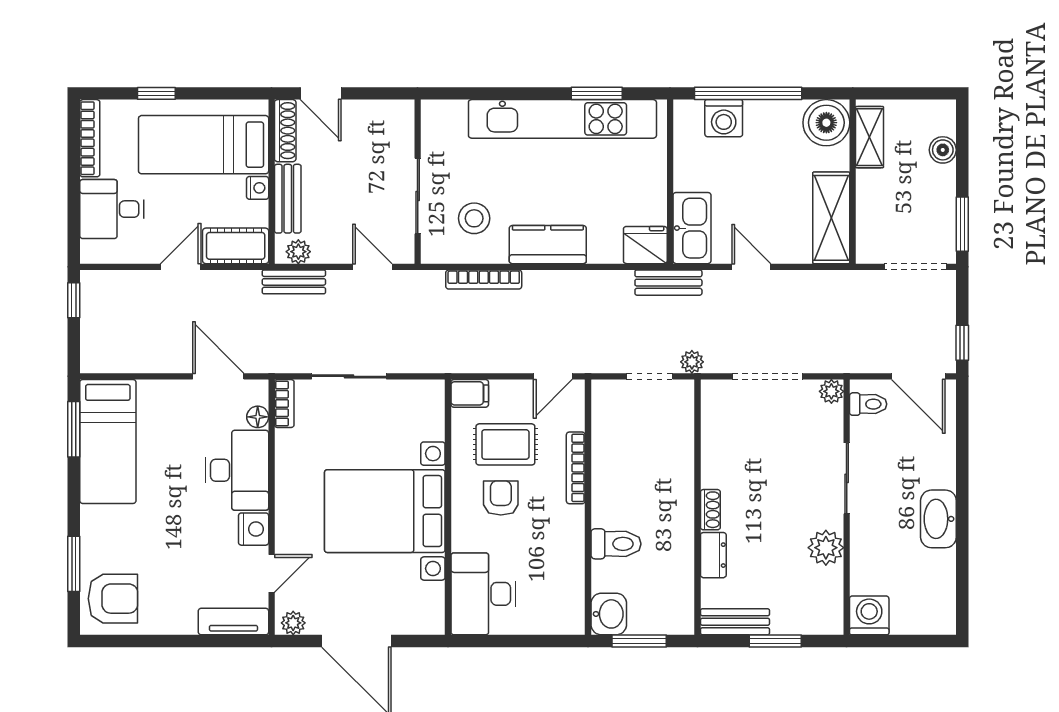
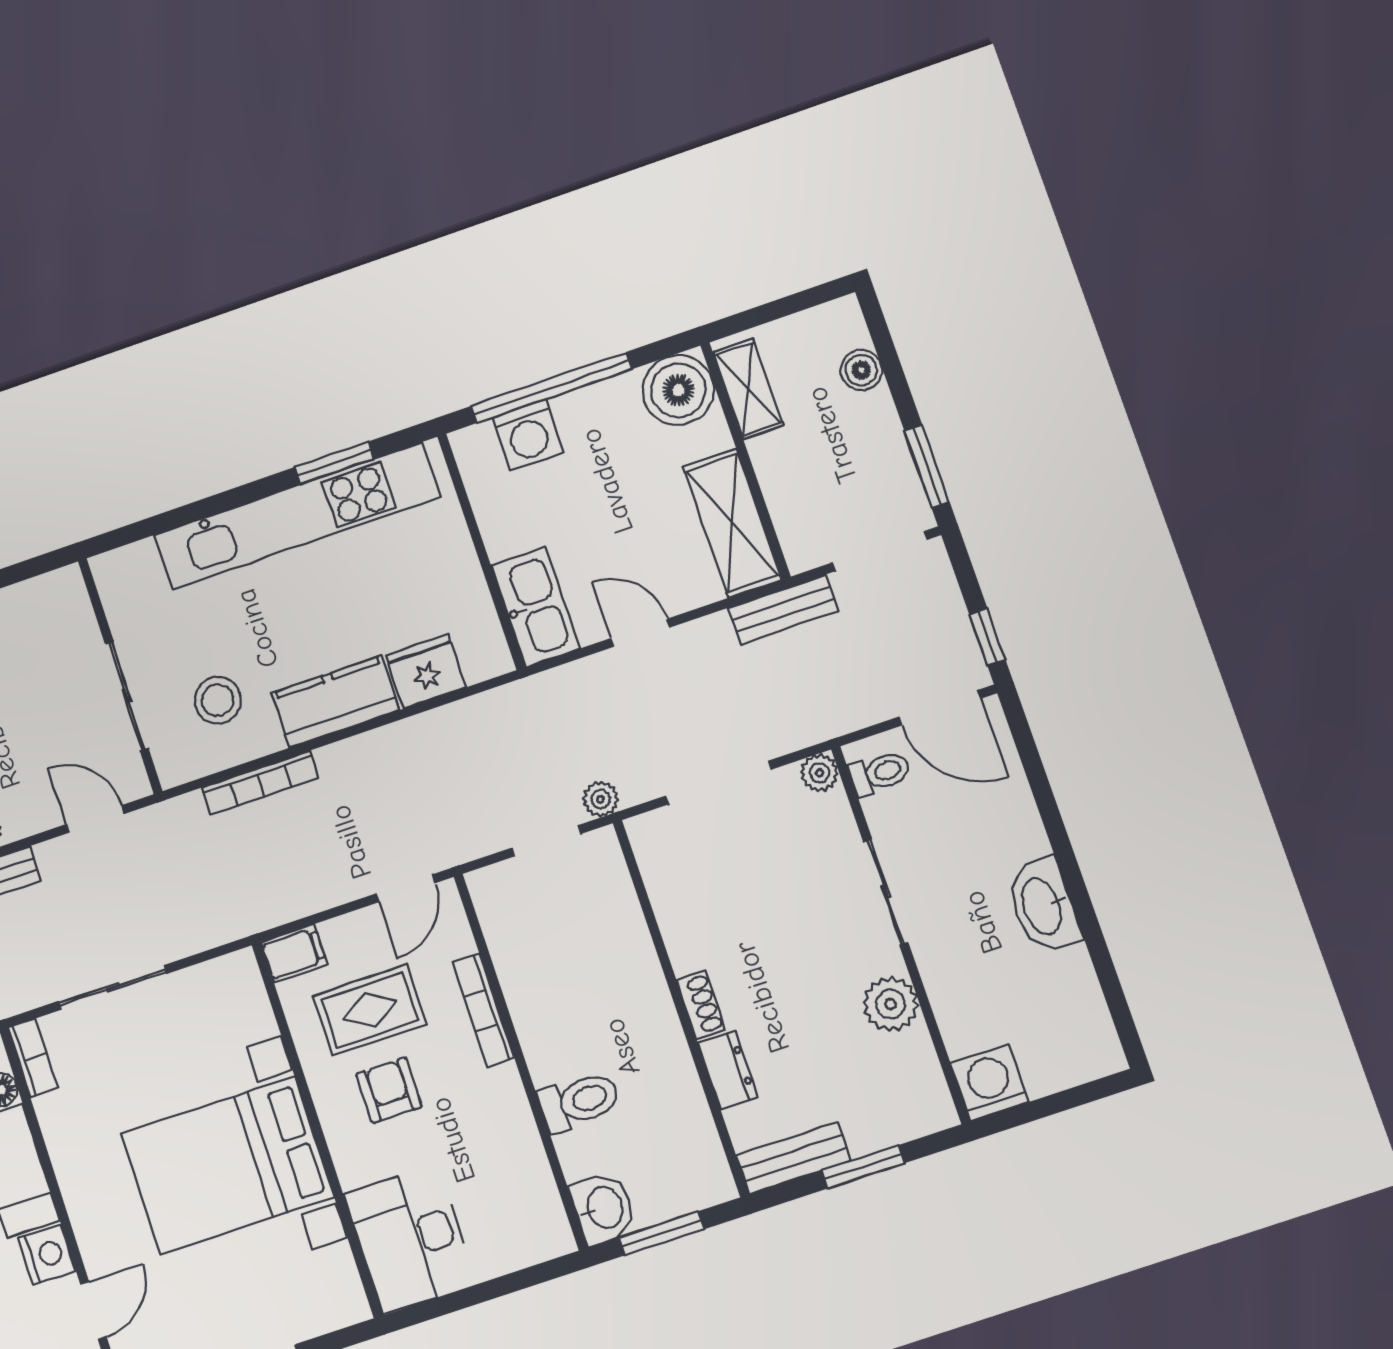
fridge: (645, 245) -> (426, 671), moved
bench: (668, 283) -> (783, 609), moved

